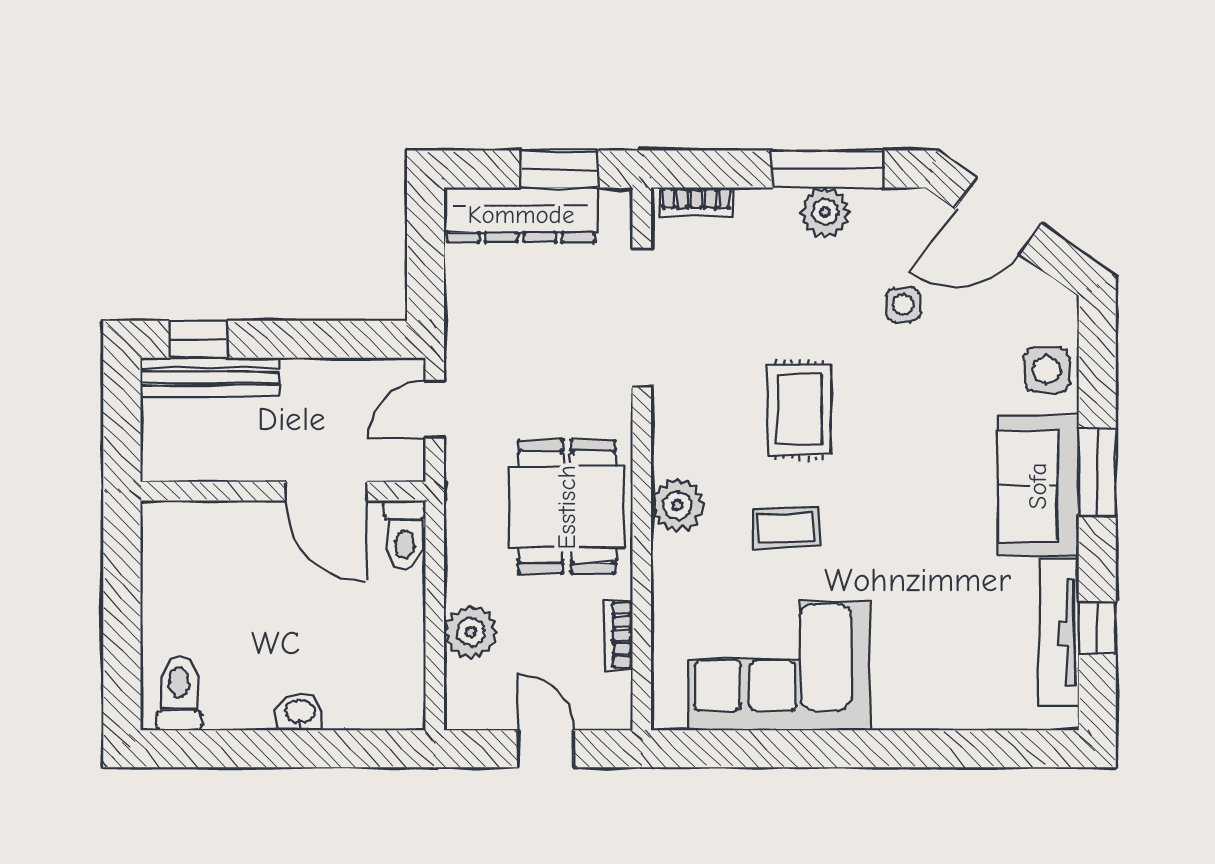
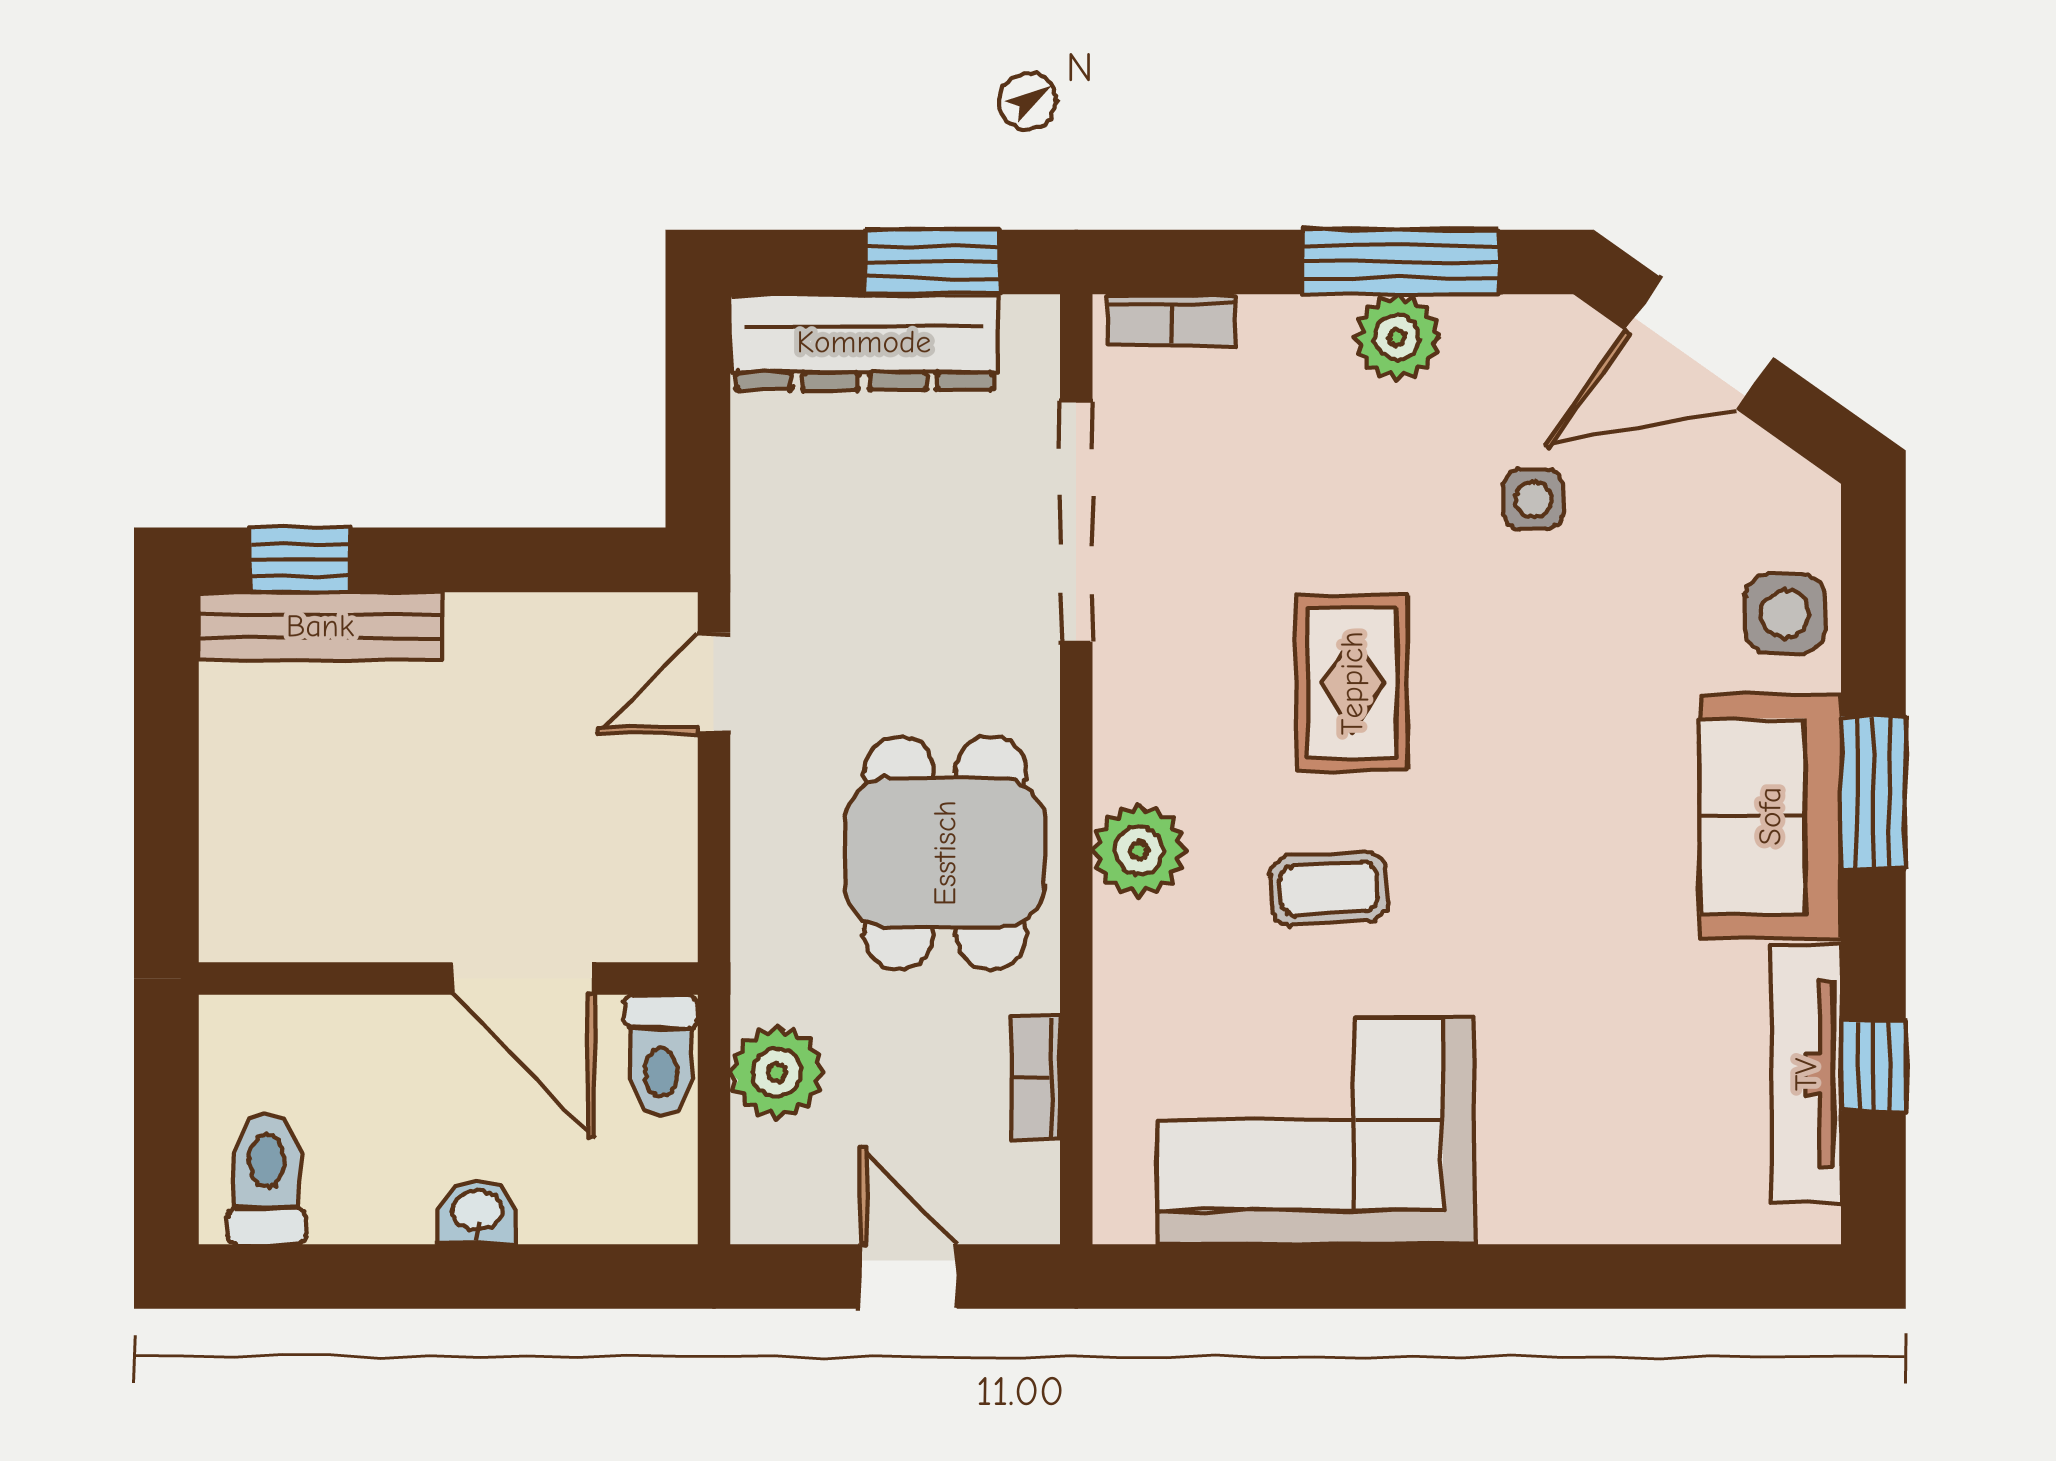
wall: (283, 491) -> (448, 979), moved
door: (326, 491) -> (523, 979), moved
toilet: (405, 535) -> (661, 1055), moved

